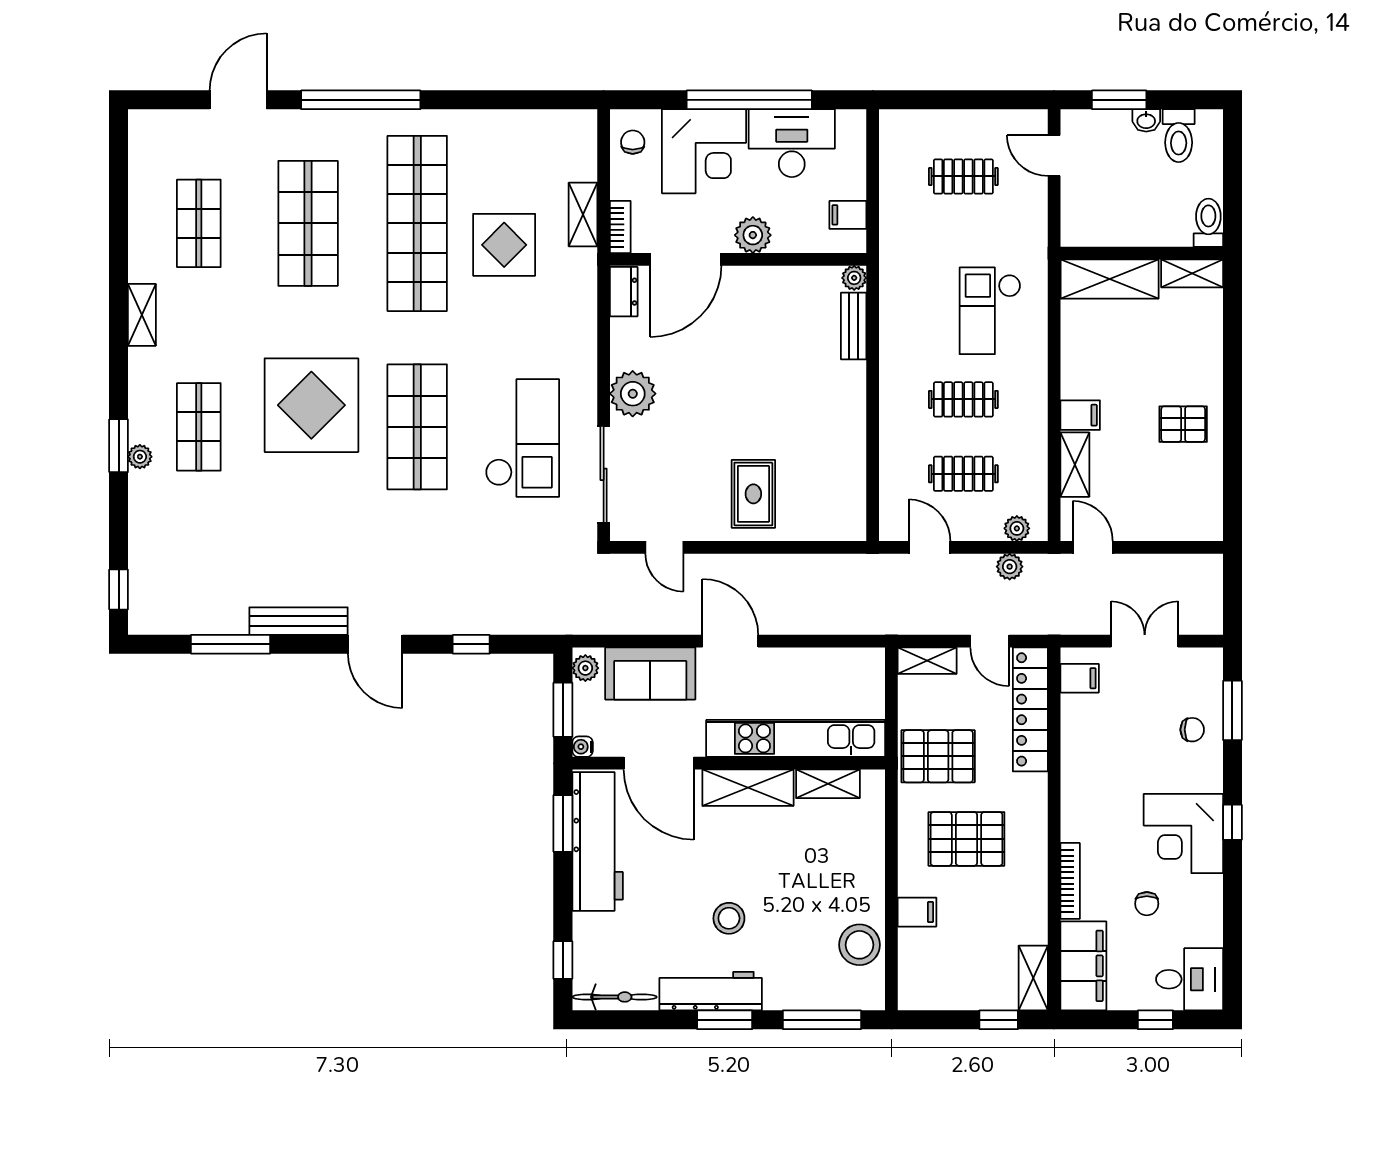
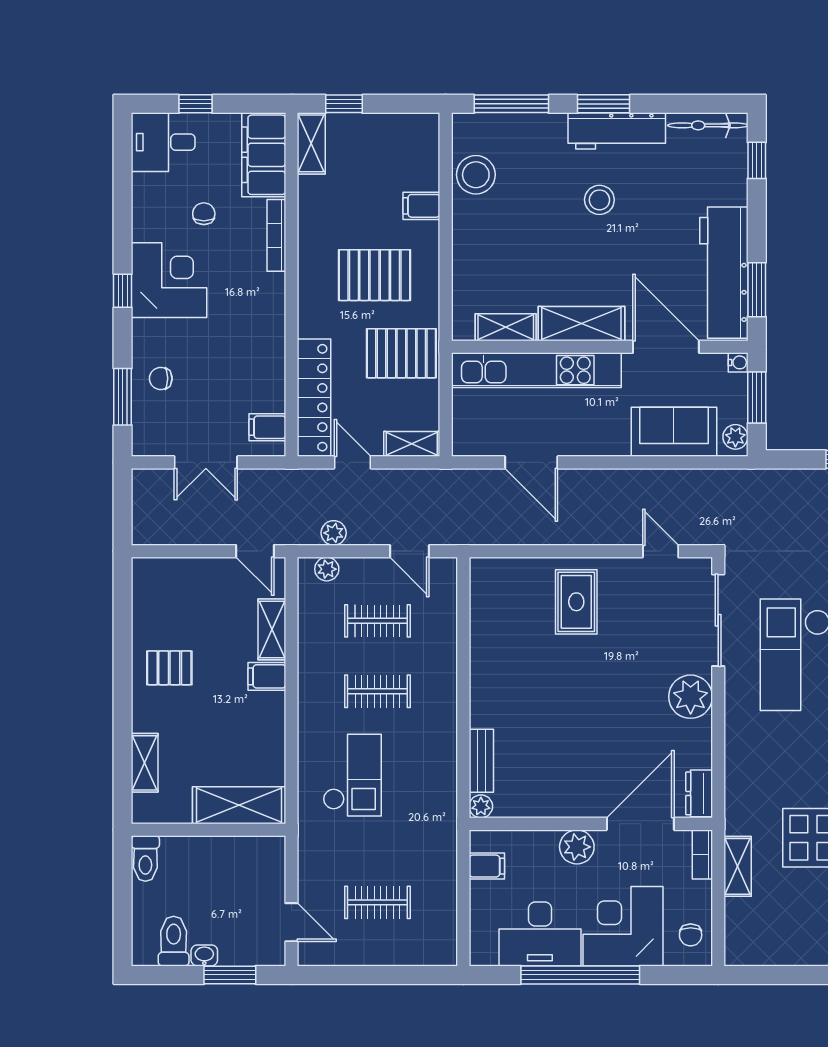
shelving: (1192, 273) -> (145, 763), moved, turned 90
door: (730, 641) -> (531, 462), moved

